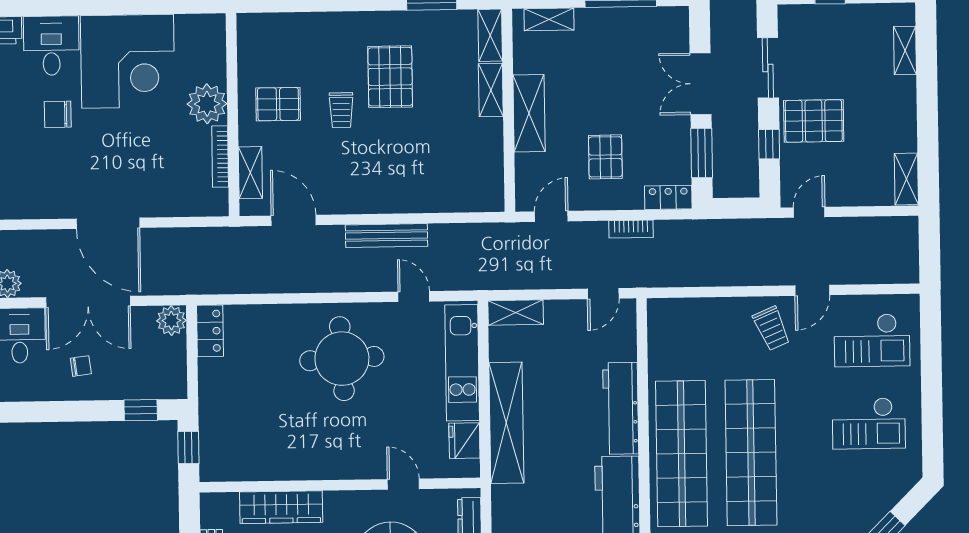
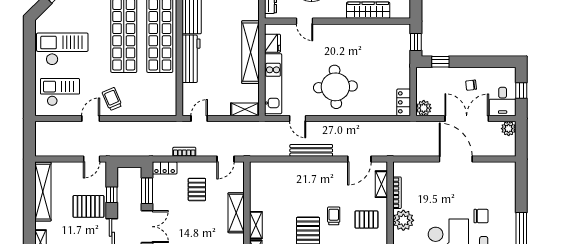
shelving: (906, 179) -> (43, 192), width x2.20, depth x1.33
door: (294, 220) -> (359, 159), hinge flipped
checkout: (869, 423) -> (62, 49), width x1.36, depth x1.21

